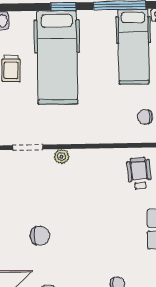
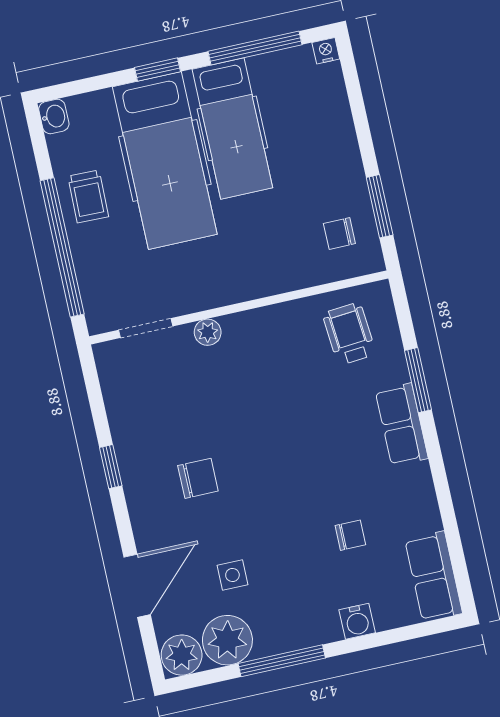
hospital bed: (134, 47) -> (232, 128), moved

